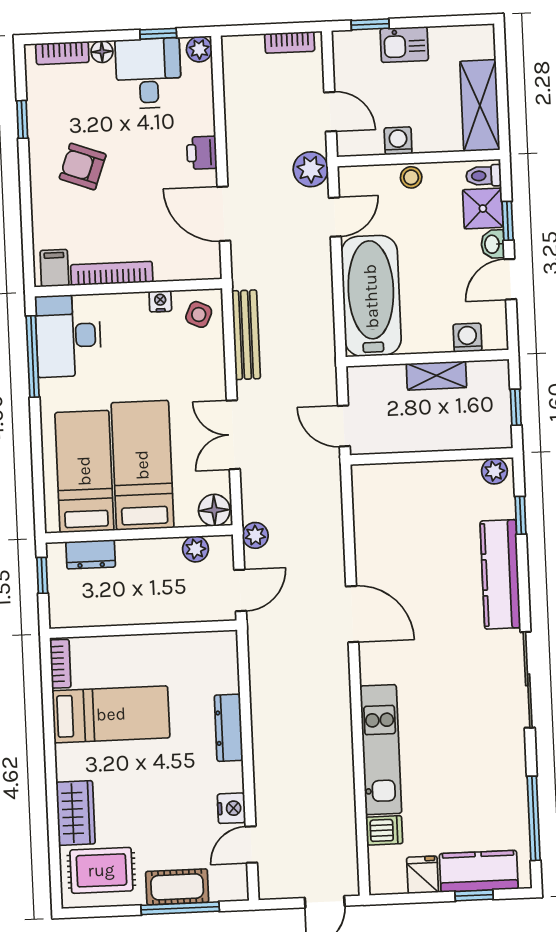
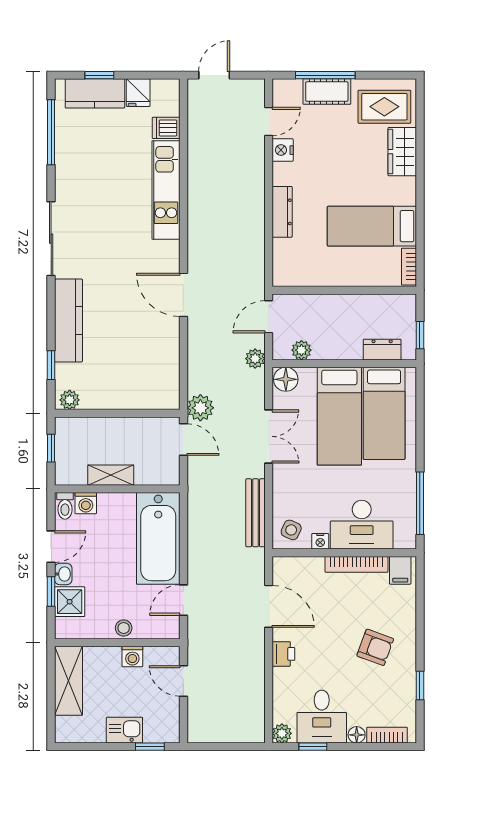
bookcase: (290, 42) -> (212, 736), removed
plant: (311, 169) -> (200, 408), moved
toilet: (484, 176) -> (65, 506), moved, turned 90
desk: (68, 336) -> (362, 525), moved, turned 90

